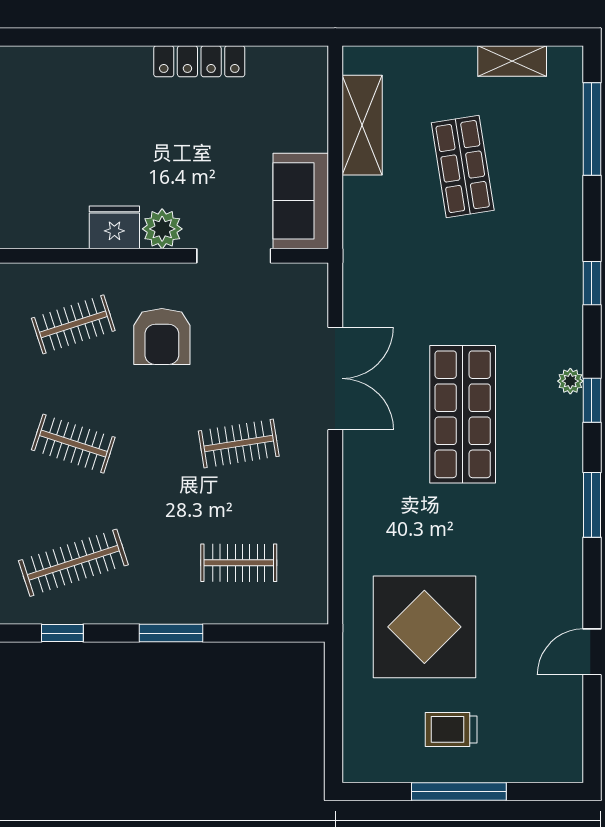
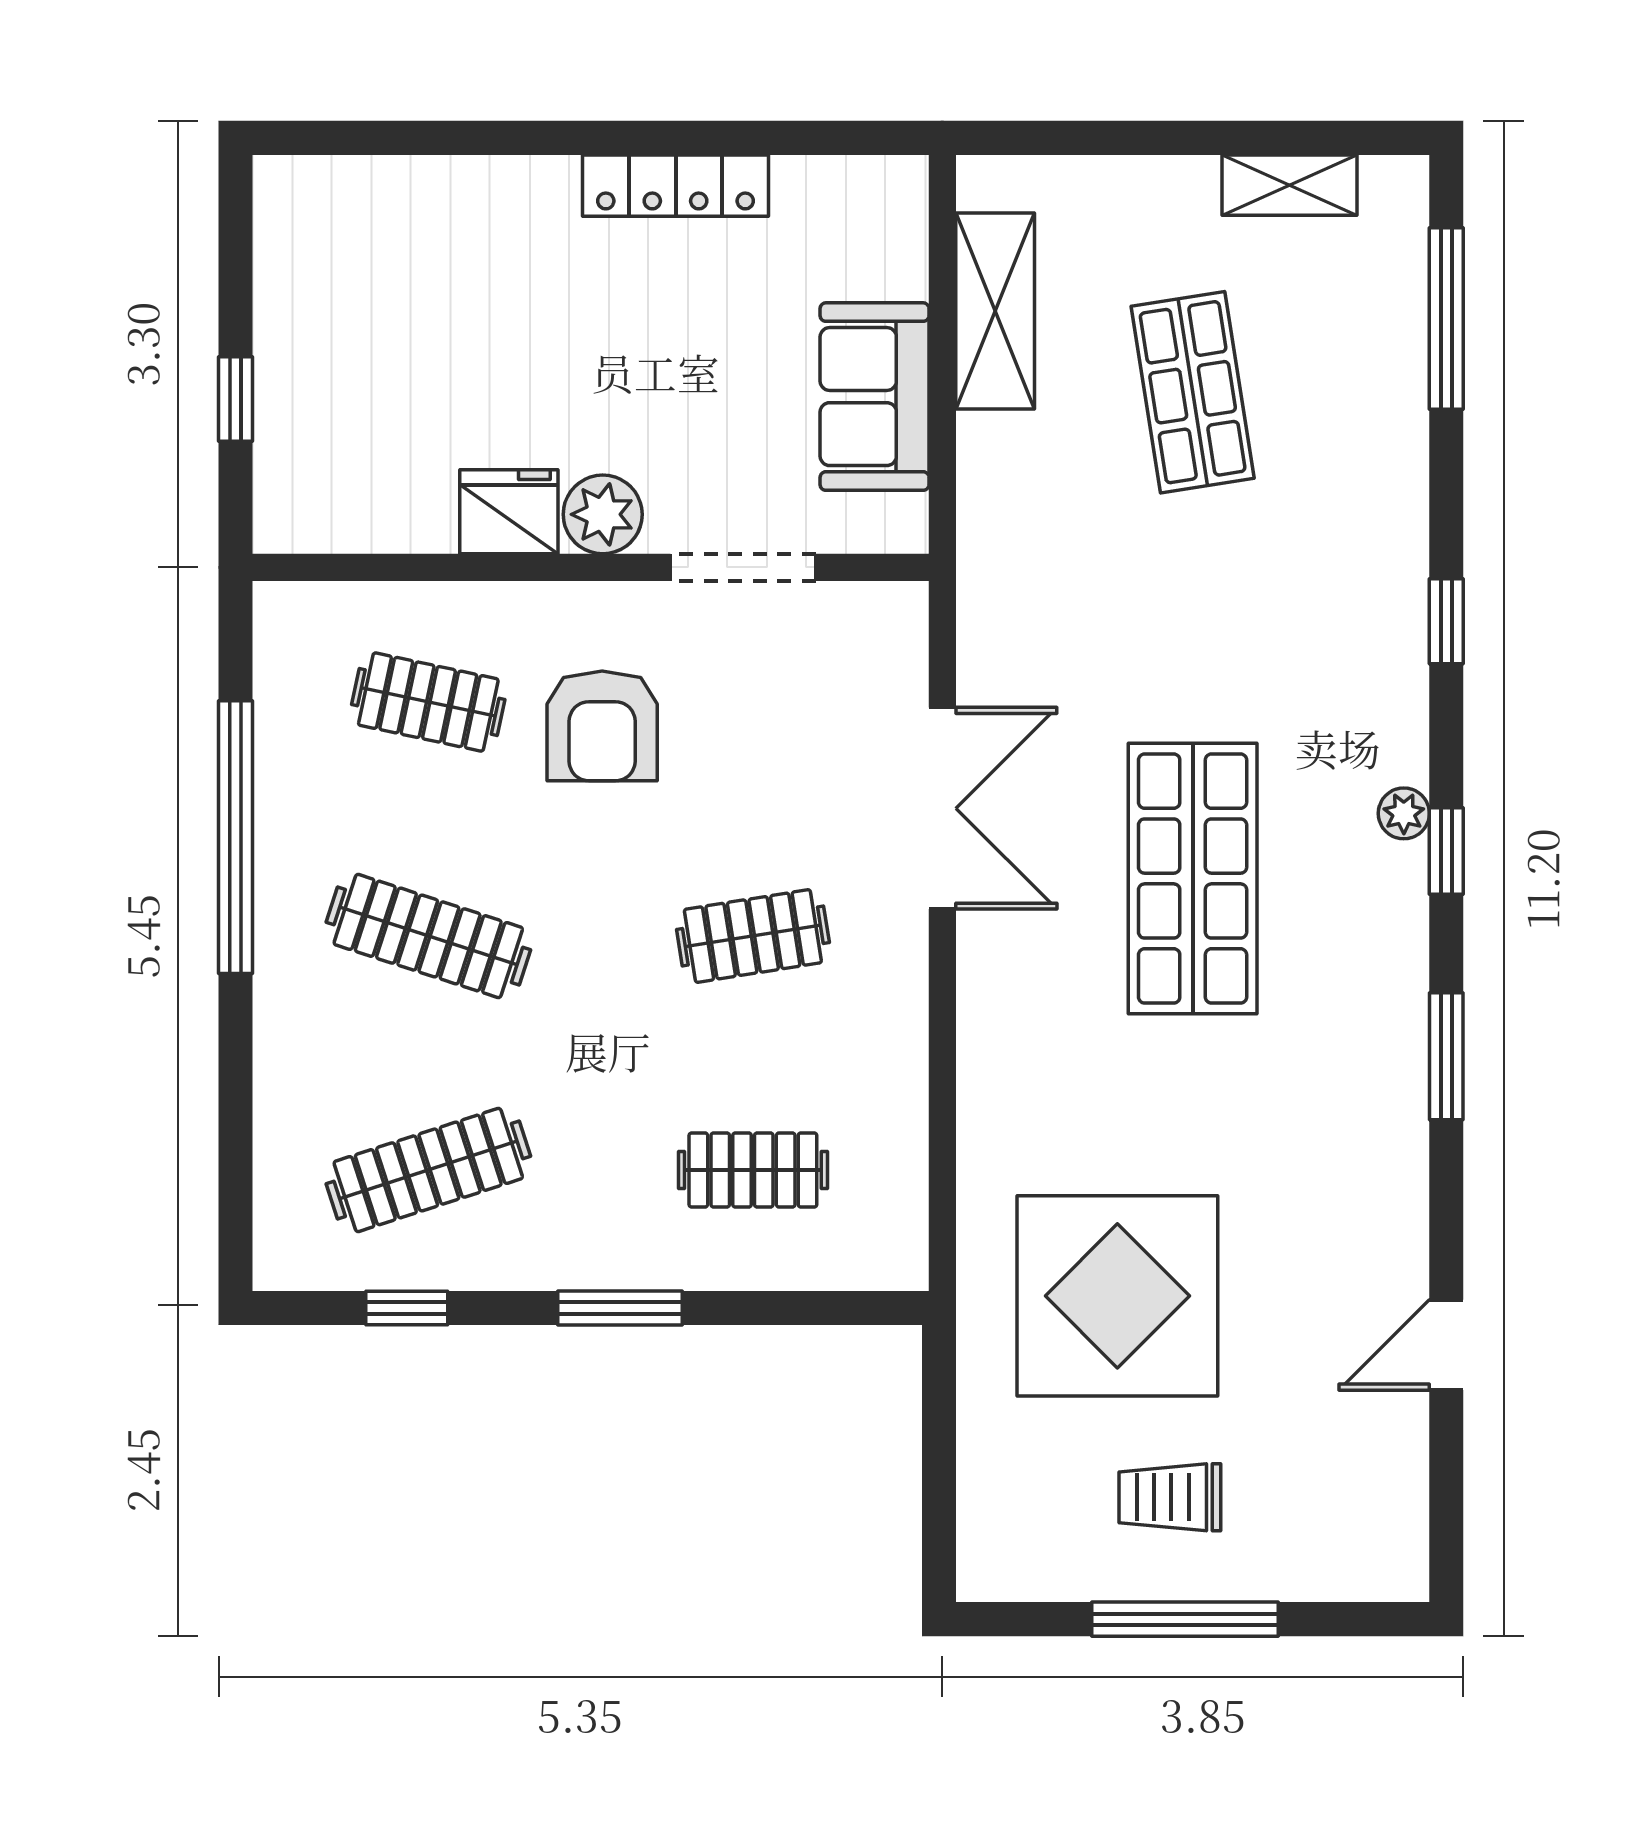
sofa: (301, 201) -> (875, 397), moved
clothes rail: (73, 324) -> (428, 702), turned 30
clothes rail: (73, 444) -> (428, 936), width x1.36

